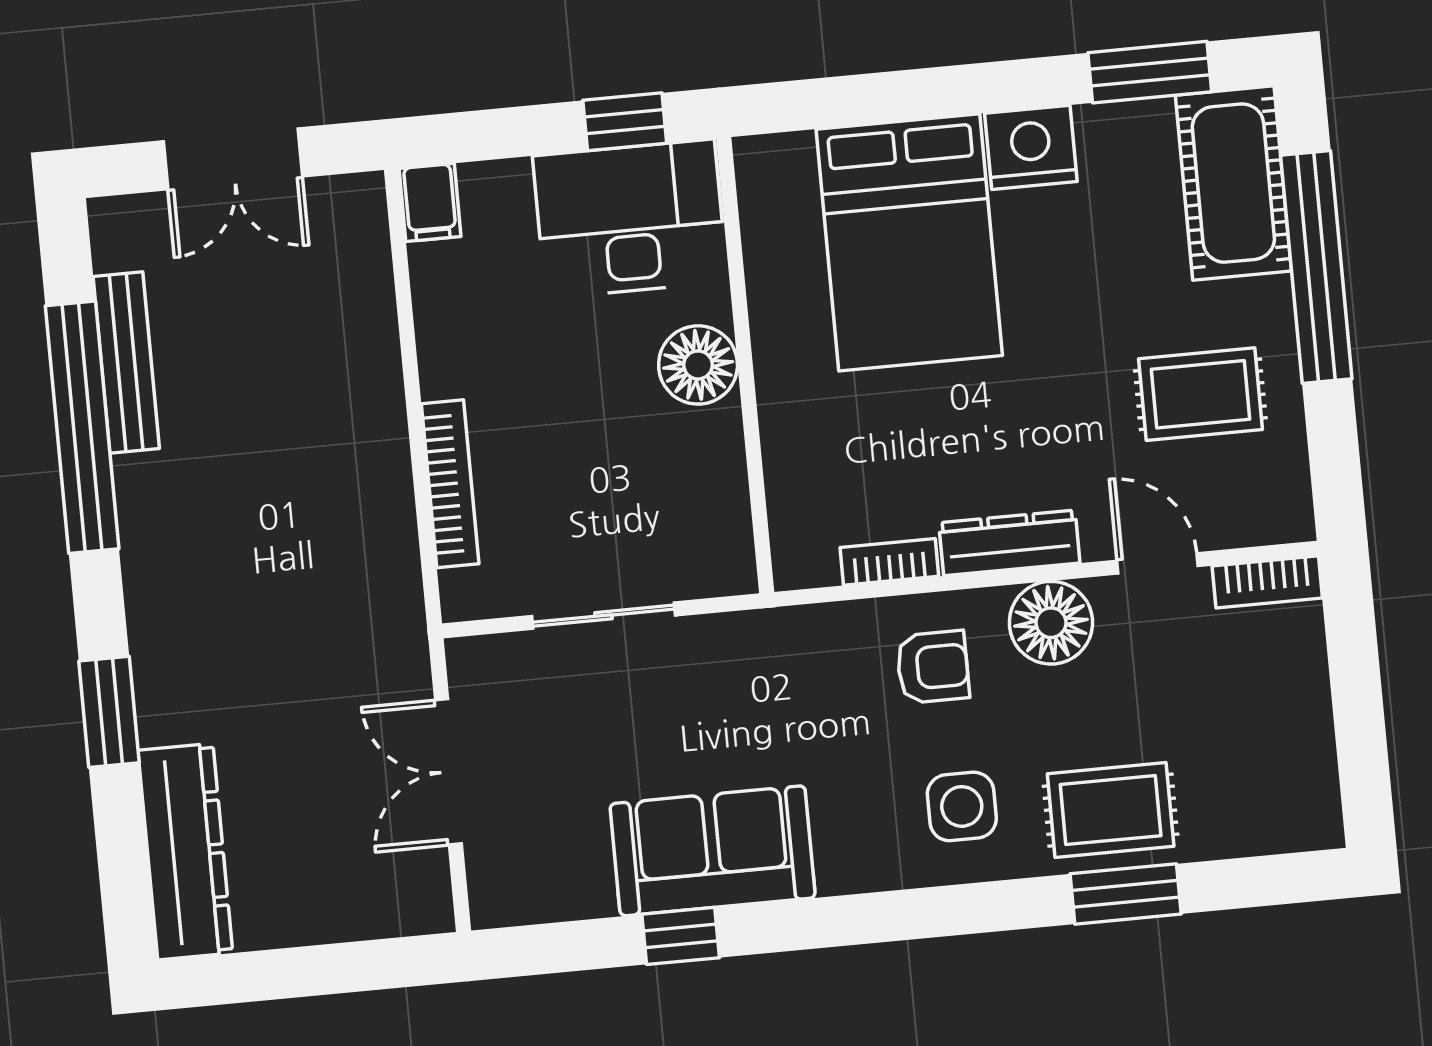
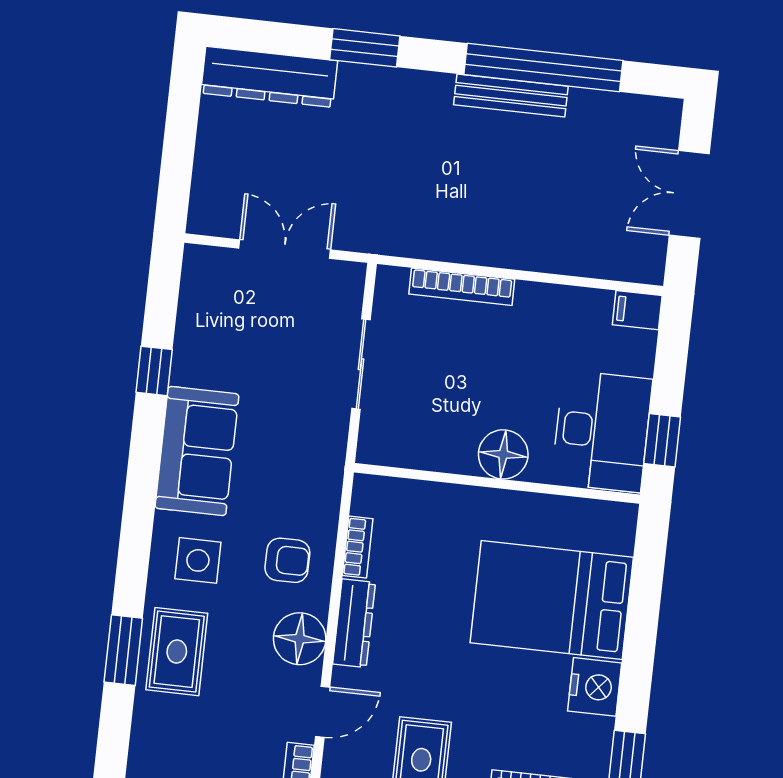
bench: (126, 362) -> (511, 96), moved
armchair: (933, 667) -> (287, 560), turned -90
sofa: (713, 851) -> (197, 451), moved

